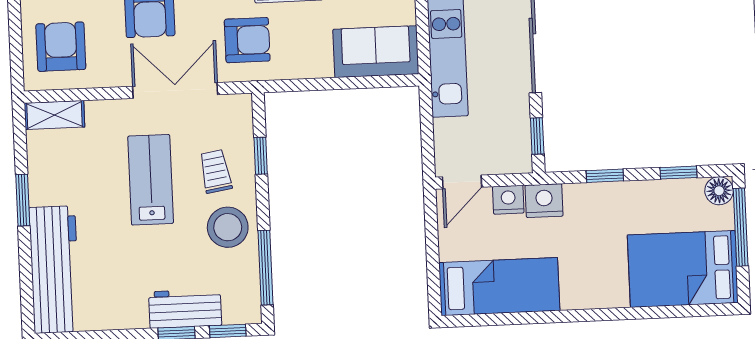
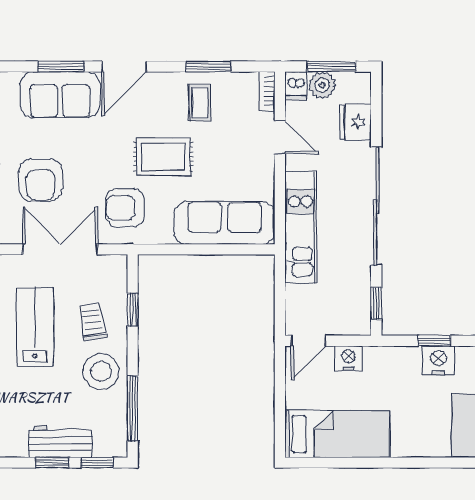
armchair: (247, 40) -> (125, 208), turned 180
sofa: (376, 52) -> (224, 223), width x1.36
nightstand: (544, 201) -> (438, 360), moved

